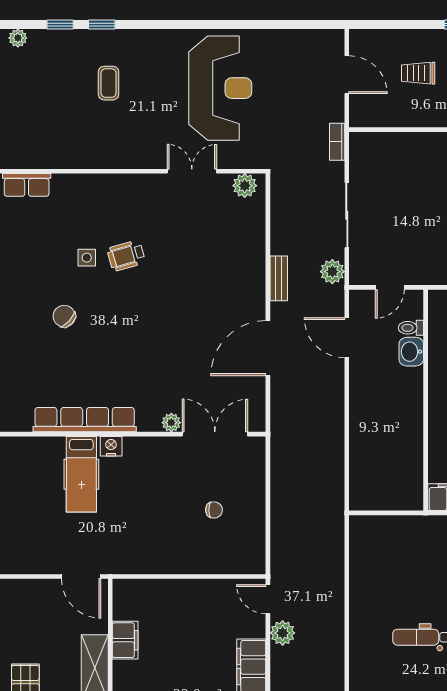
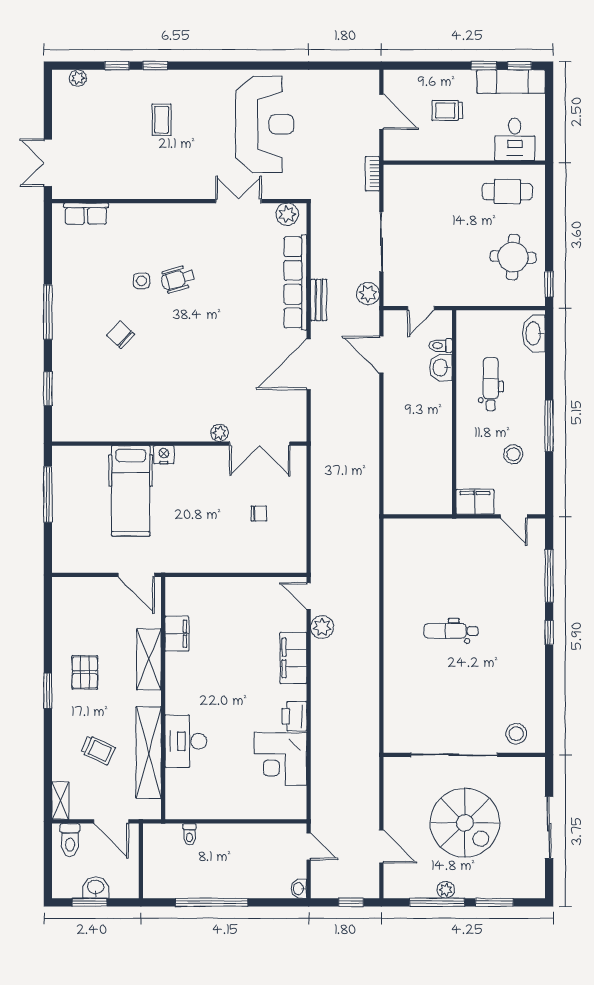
row of seats: (85, 420) -> (295, 282), moved, turned -90
double door: (215, 434) -> (260, 444), swing flipped
hospital bed: (81, 474) -> (131, 491), width x1.37, depth x1.29

